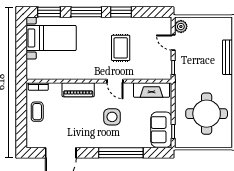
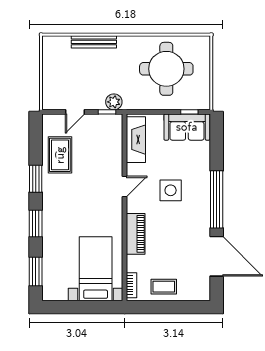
window: (86, 12) -> (36, 223), width x0.69
plant: (181, 27) -> (114, 102), moved
bed with nightstands: (51, 38) -> (96, 269), moved
rug: (121, 48) -> (60, 155), moved, turned 90
window: (121, 153) -> (217, 199), moved

